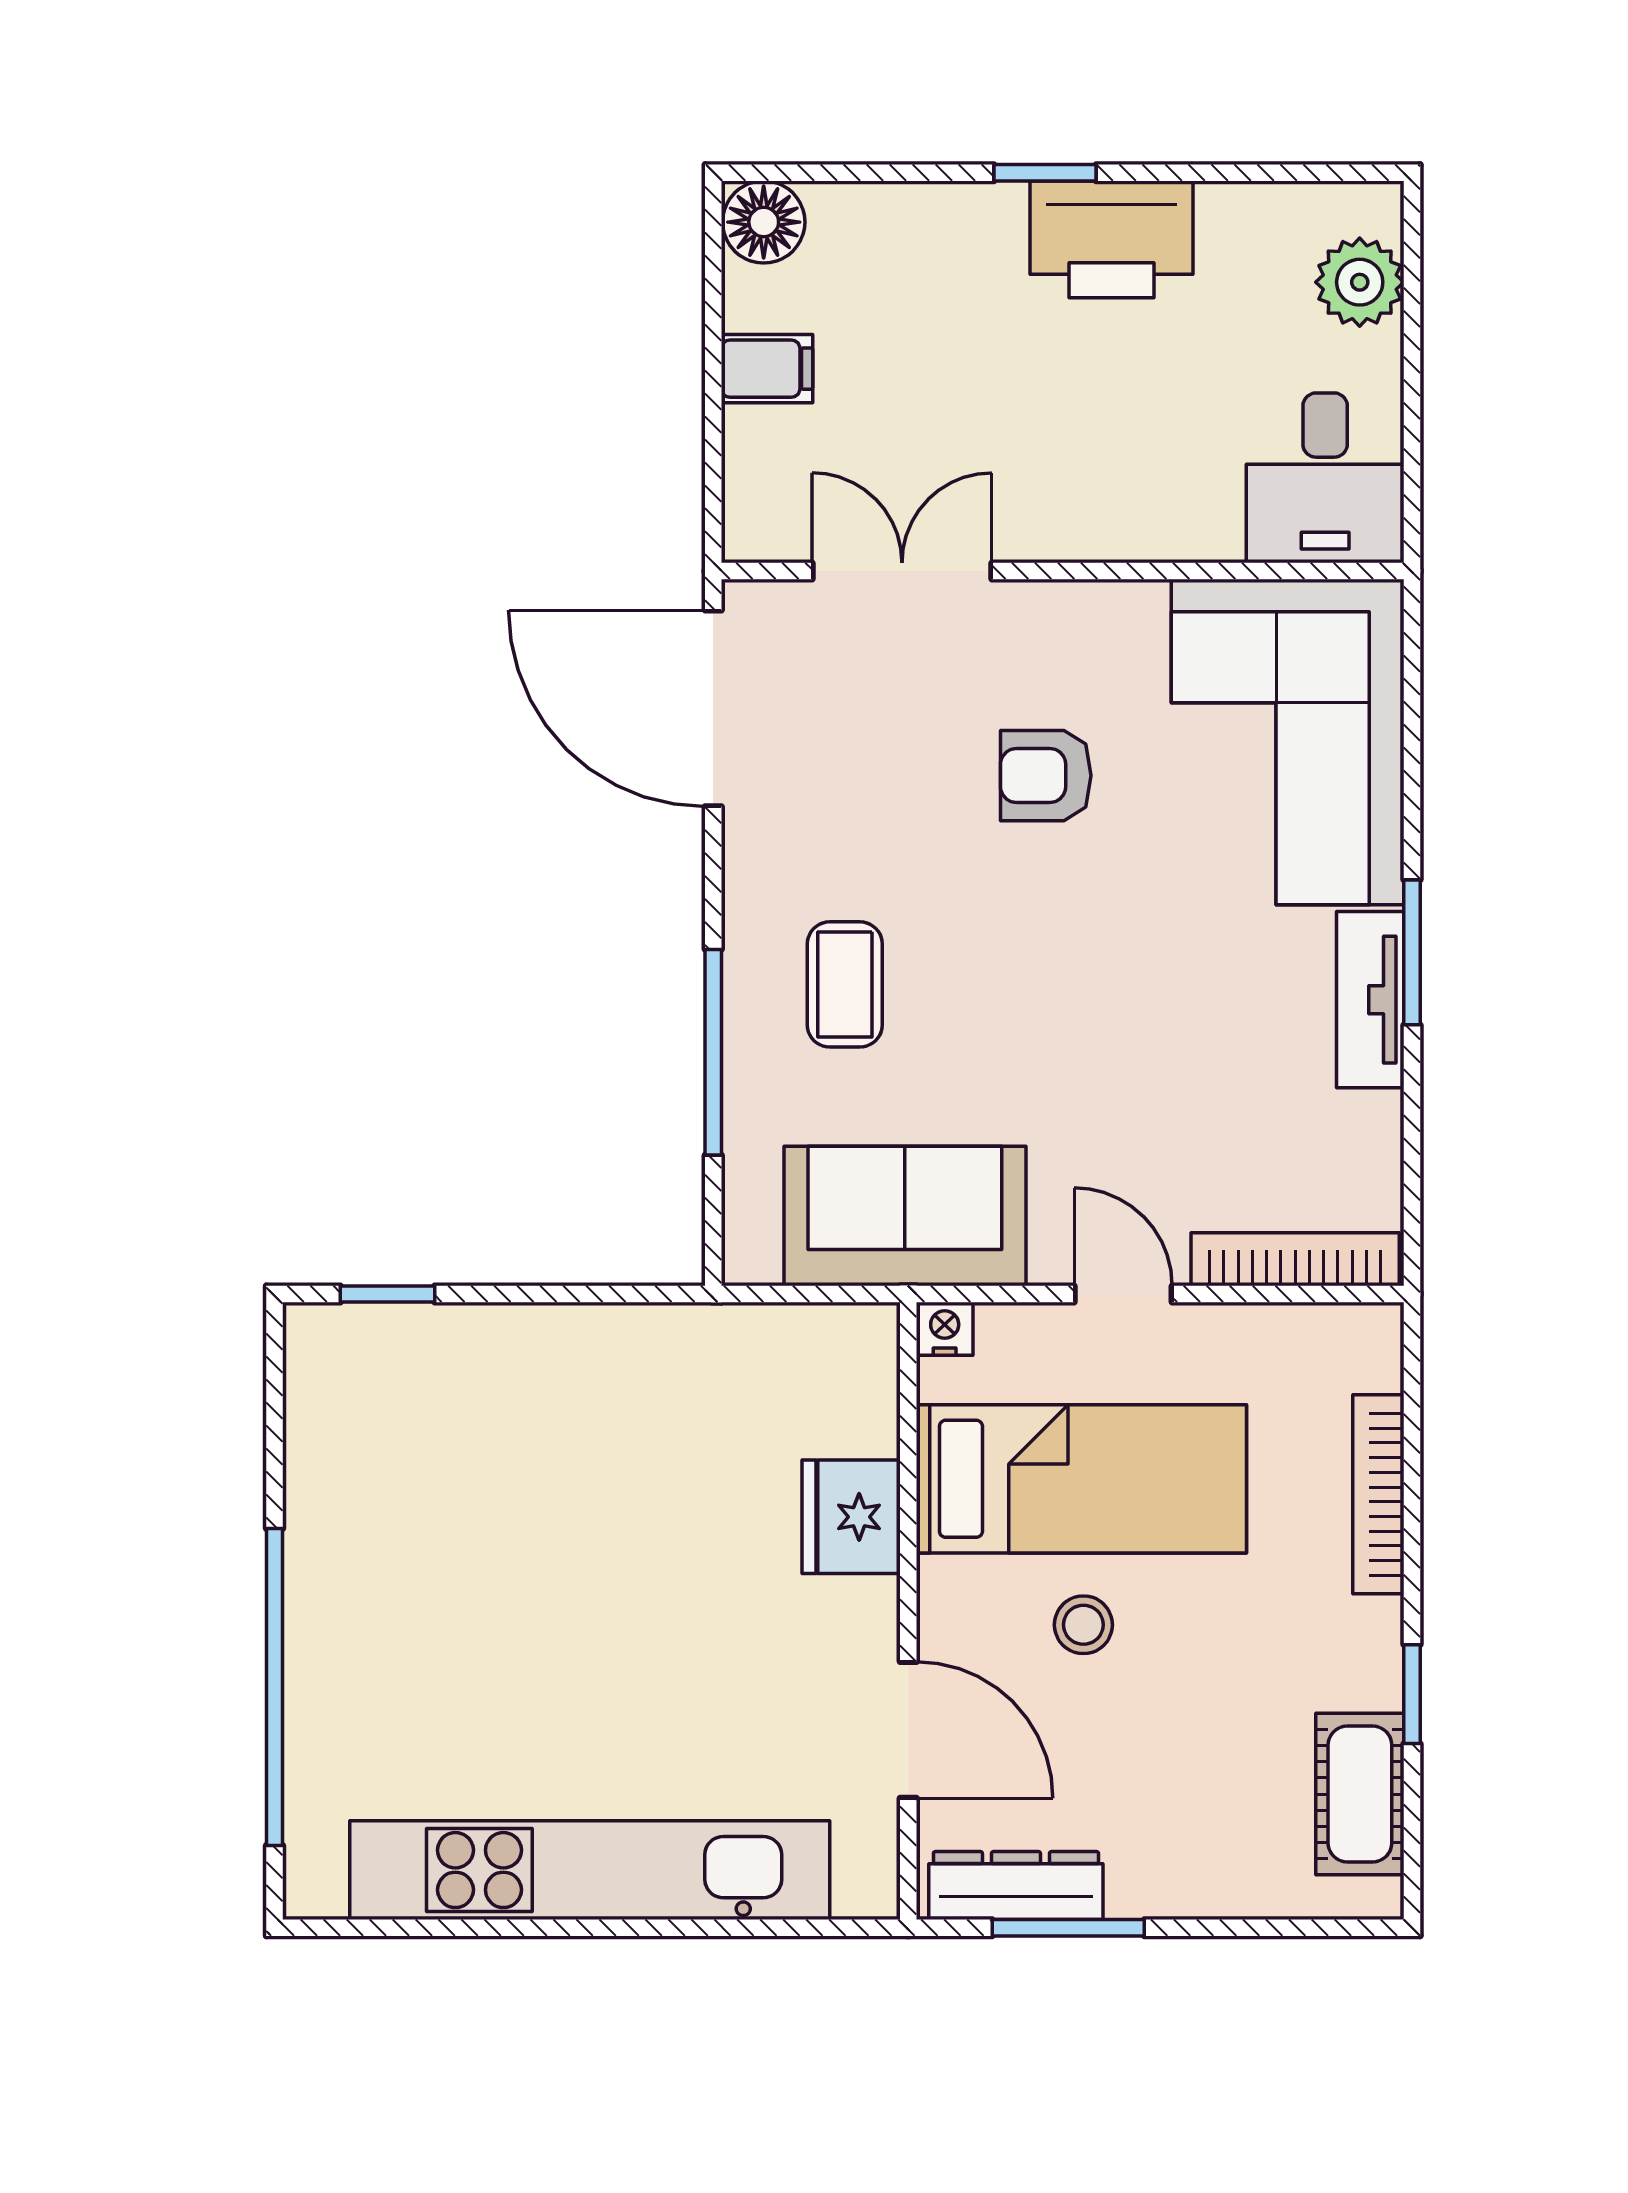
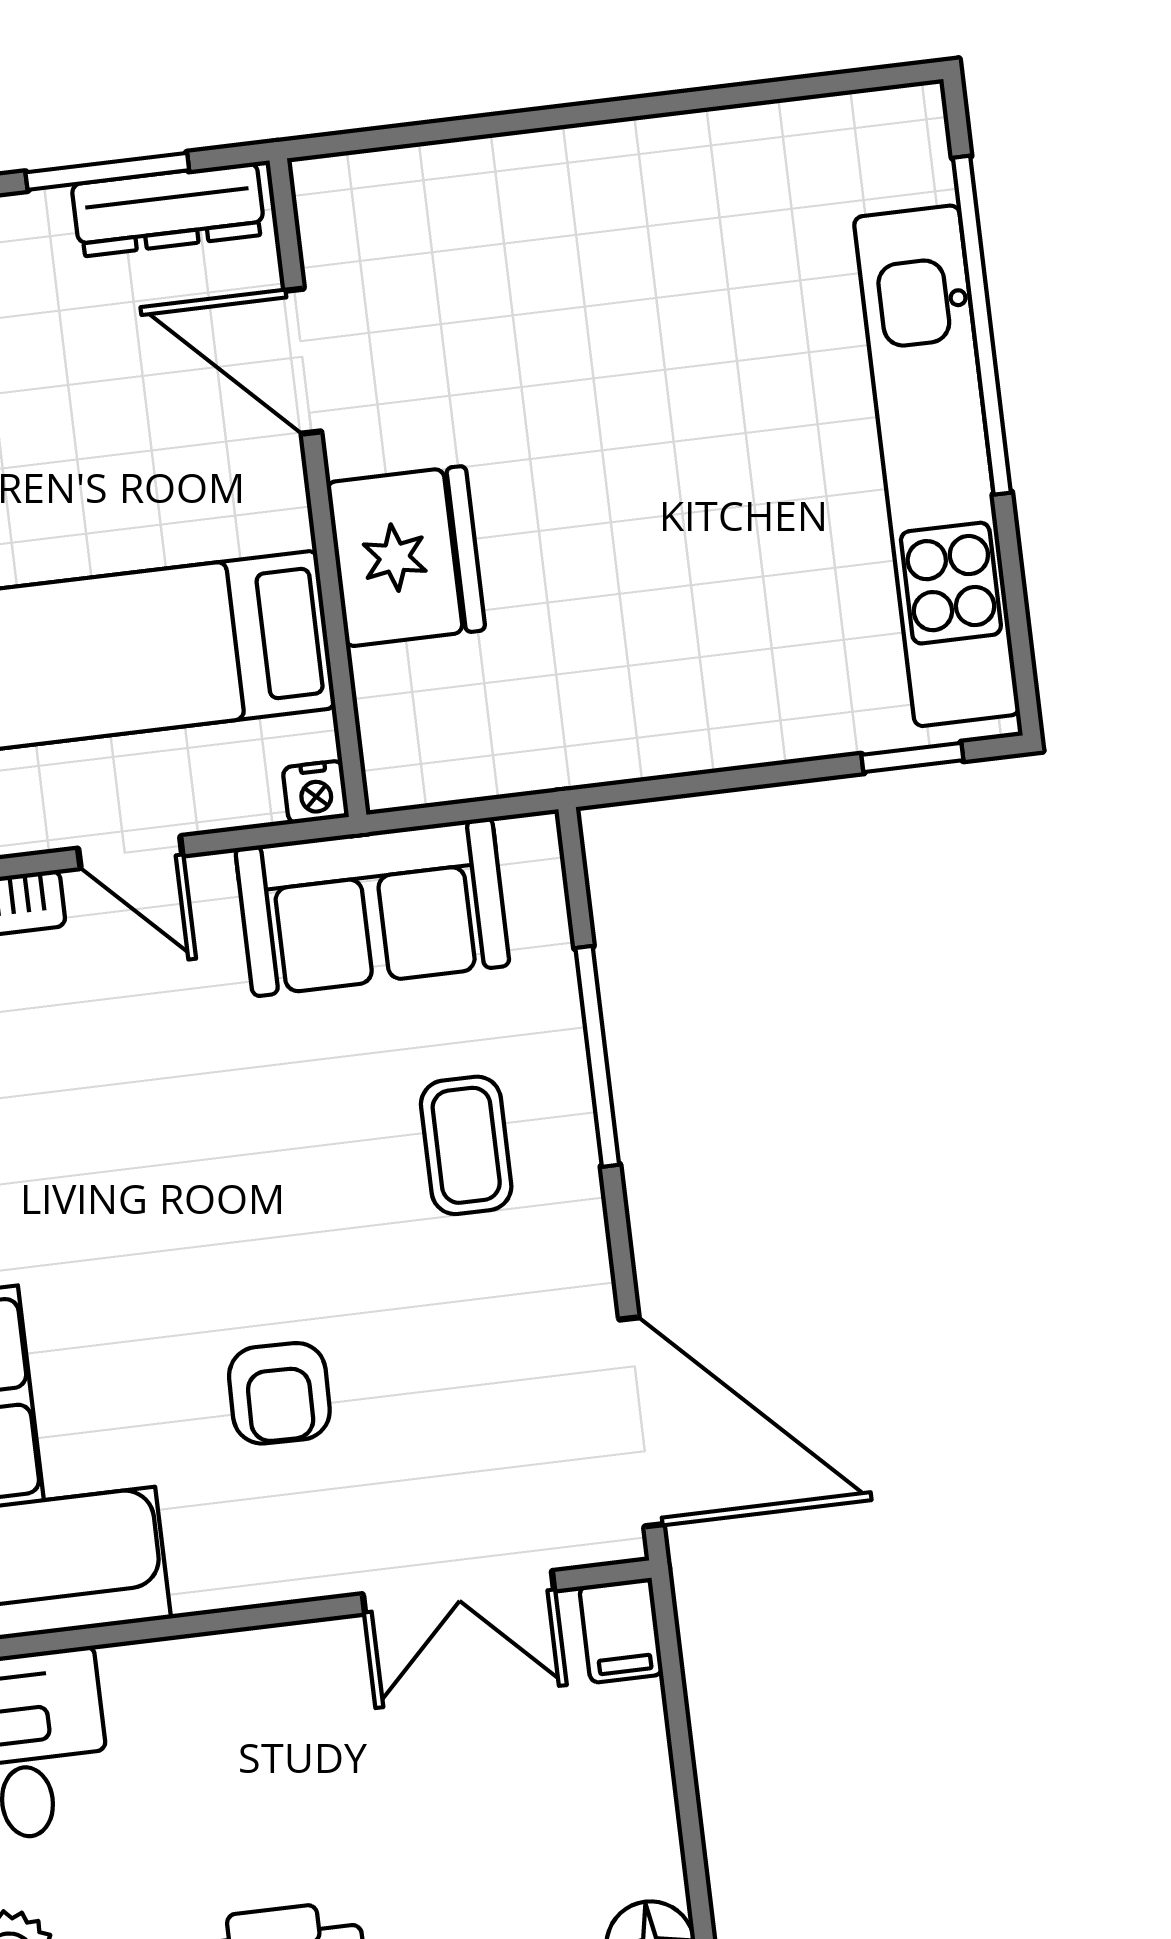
filing cabinet: (767, 369) -> (621, 1631), moved, turned -90
armchair: (1046, 776) -> (279, 1393), turned 91
fridge: (851, 1517) -> (406, 556), width x1.36, depth x1.34
stool: (1083, 1625) -> (130, 495), removed
kitchen unit: (590, 1870) -> (937, 466), moved, turned 90

